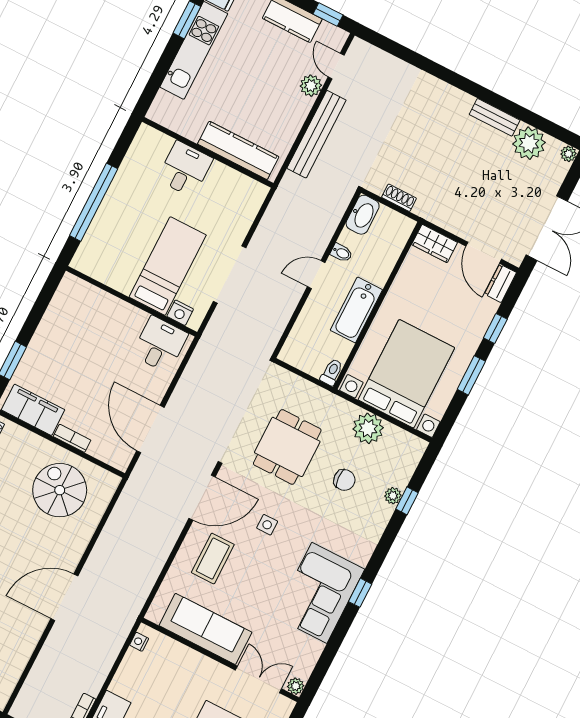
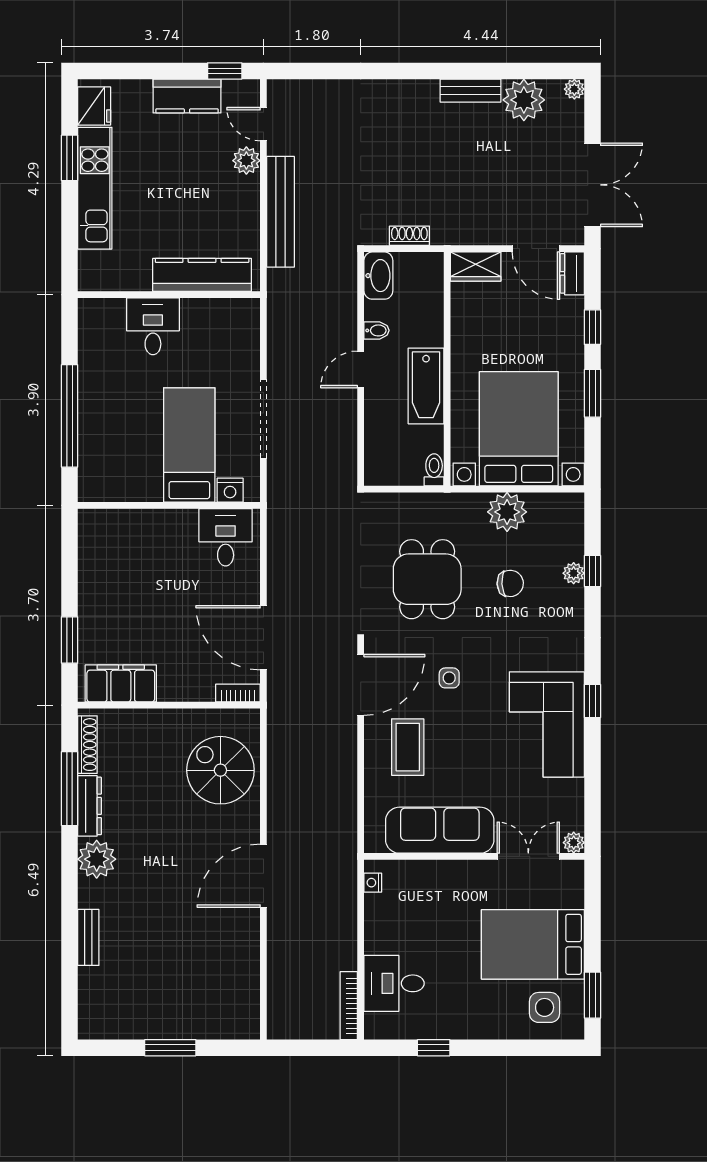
bookcase: (72, 438) -> (238, 693), moved
spiral stairs: (60, 490) -> (220, 770), moved

